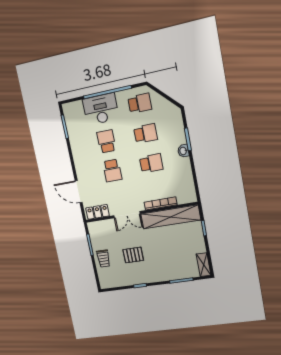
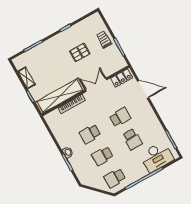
desk: (101, 109) -> (157, 157), moved
school desk: (112, 171) -> (120, 117), turned 90
shelving: (203, 265) -> (27, 78), moved

